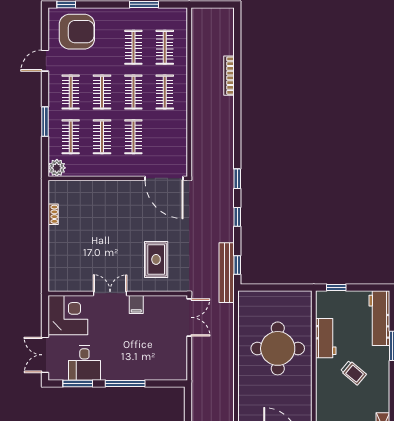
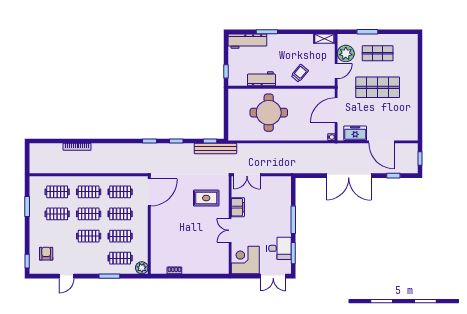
armchair: (77, 32) -> (46, 254), width x0.53, depth x0.53
door: (45, 61) -> (66, 276), hinge flipped
clothes rail: (71, 92) -> (120, 192), moved
filing cabinet: (136, 305) -> (238, 207), width x2.00
double door: (189, 317) -> (247, 175), swing flipped
trolley: (353, 373) -> (300, 73), moved

